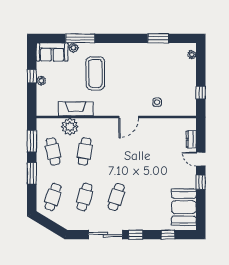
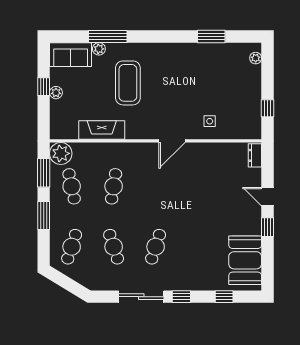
plant: (70, 127) -> (61, 153), moved
dresser: (191, 139) -> (255, 155), moved
cafe table: (85, 197) -> (114, 247), turned -33

